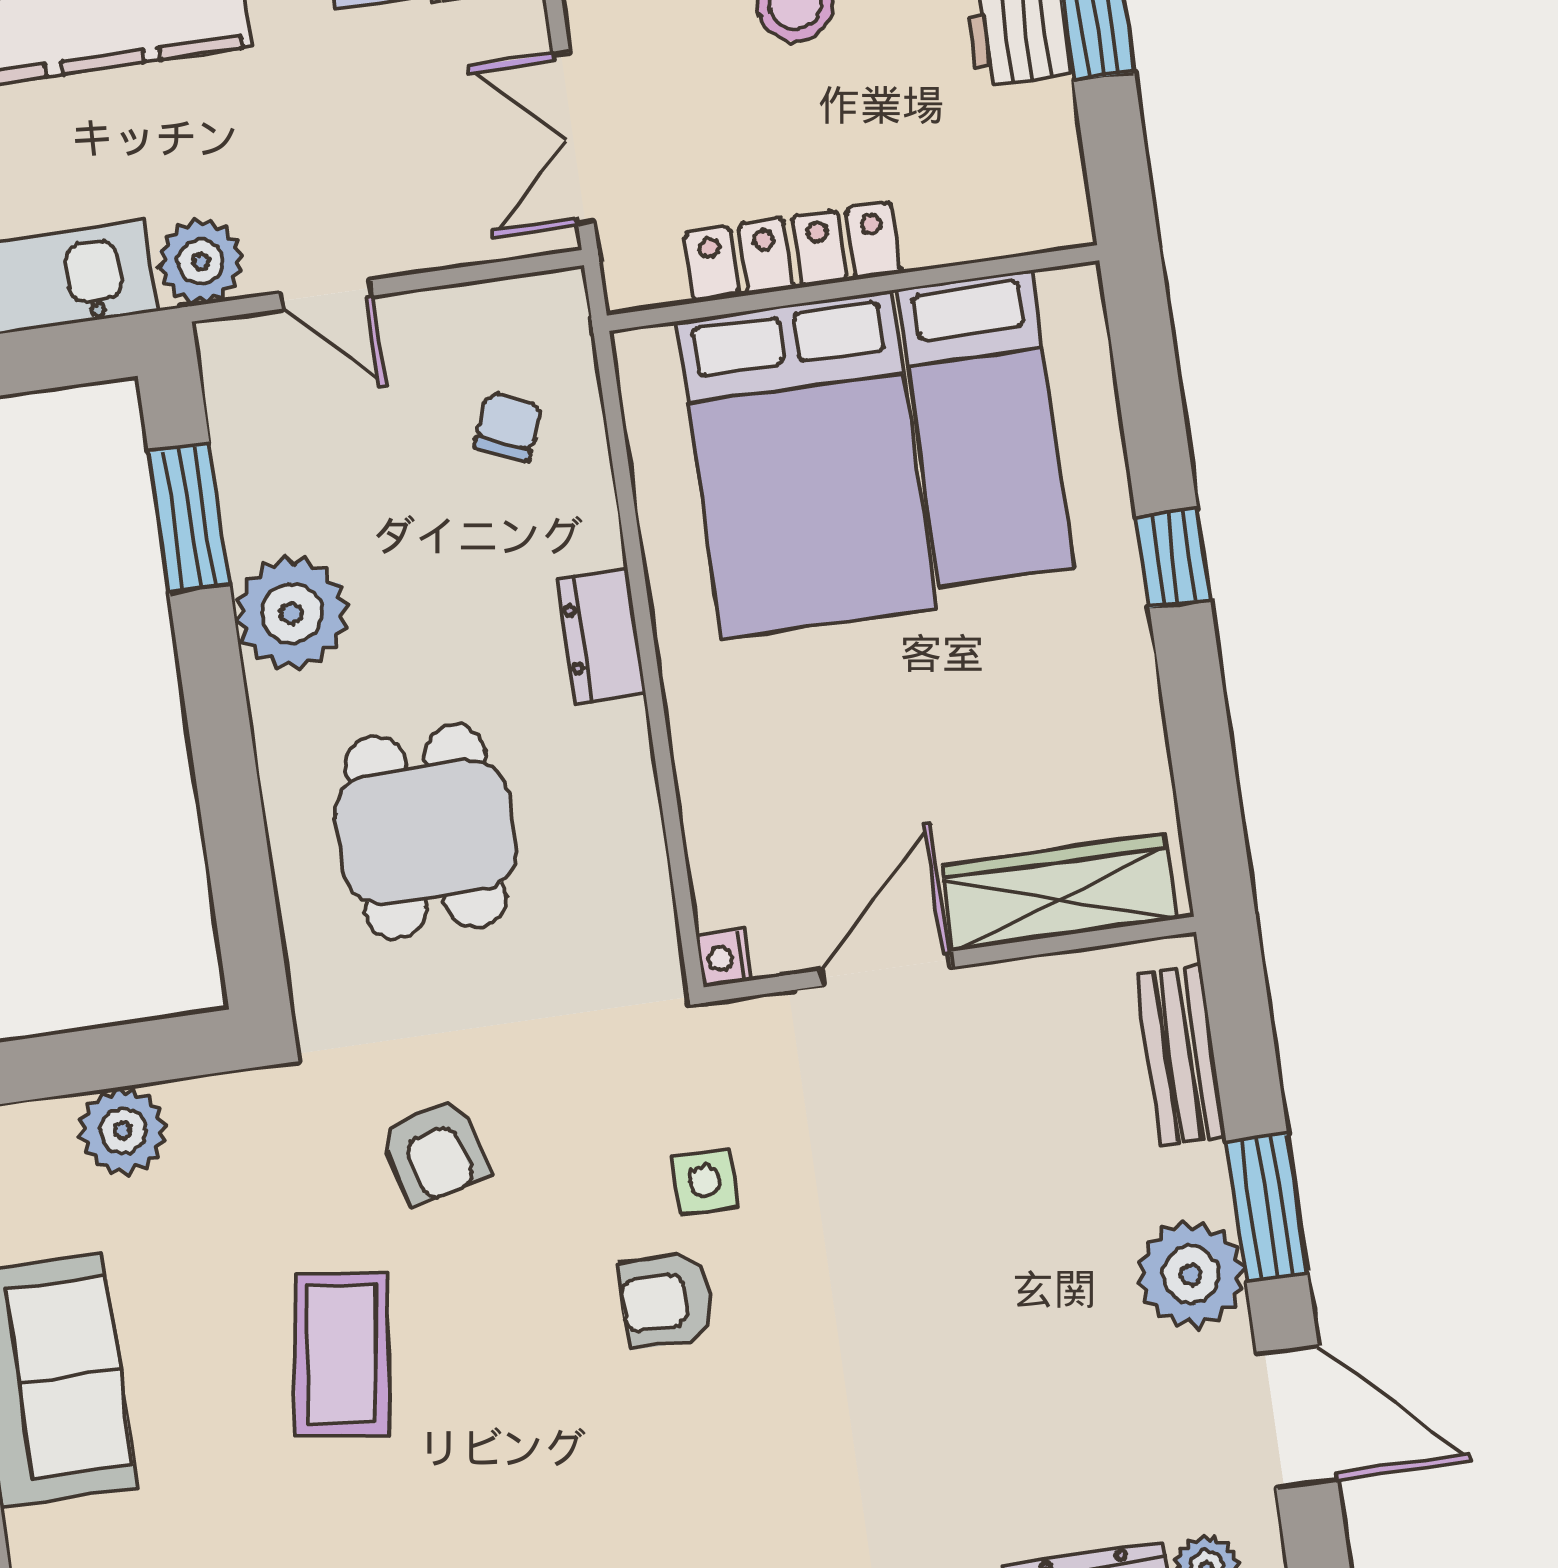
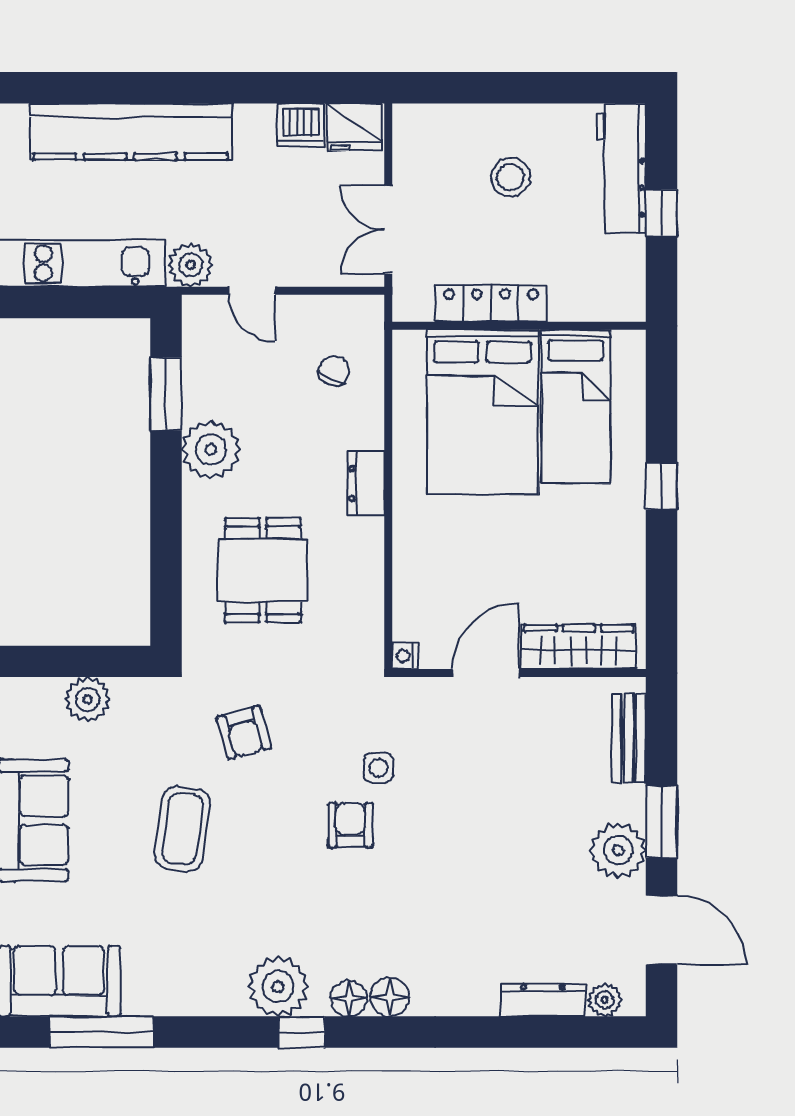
armchair: (666, 1301) -> (350, 825), turned 90

